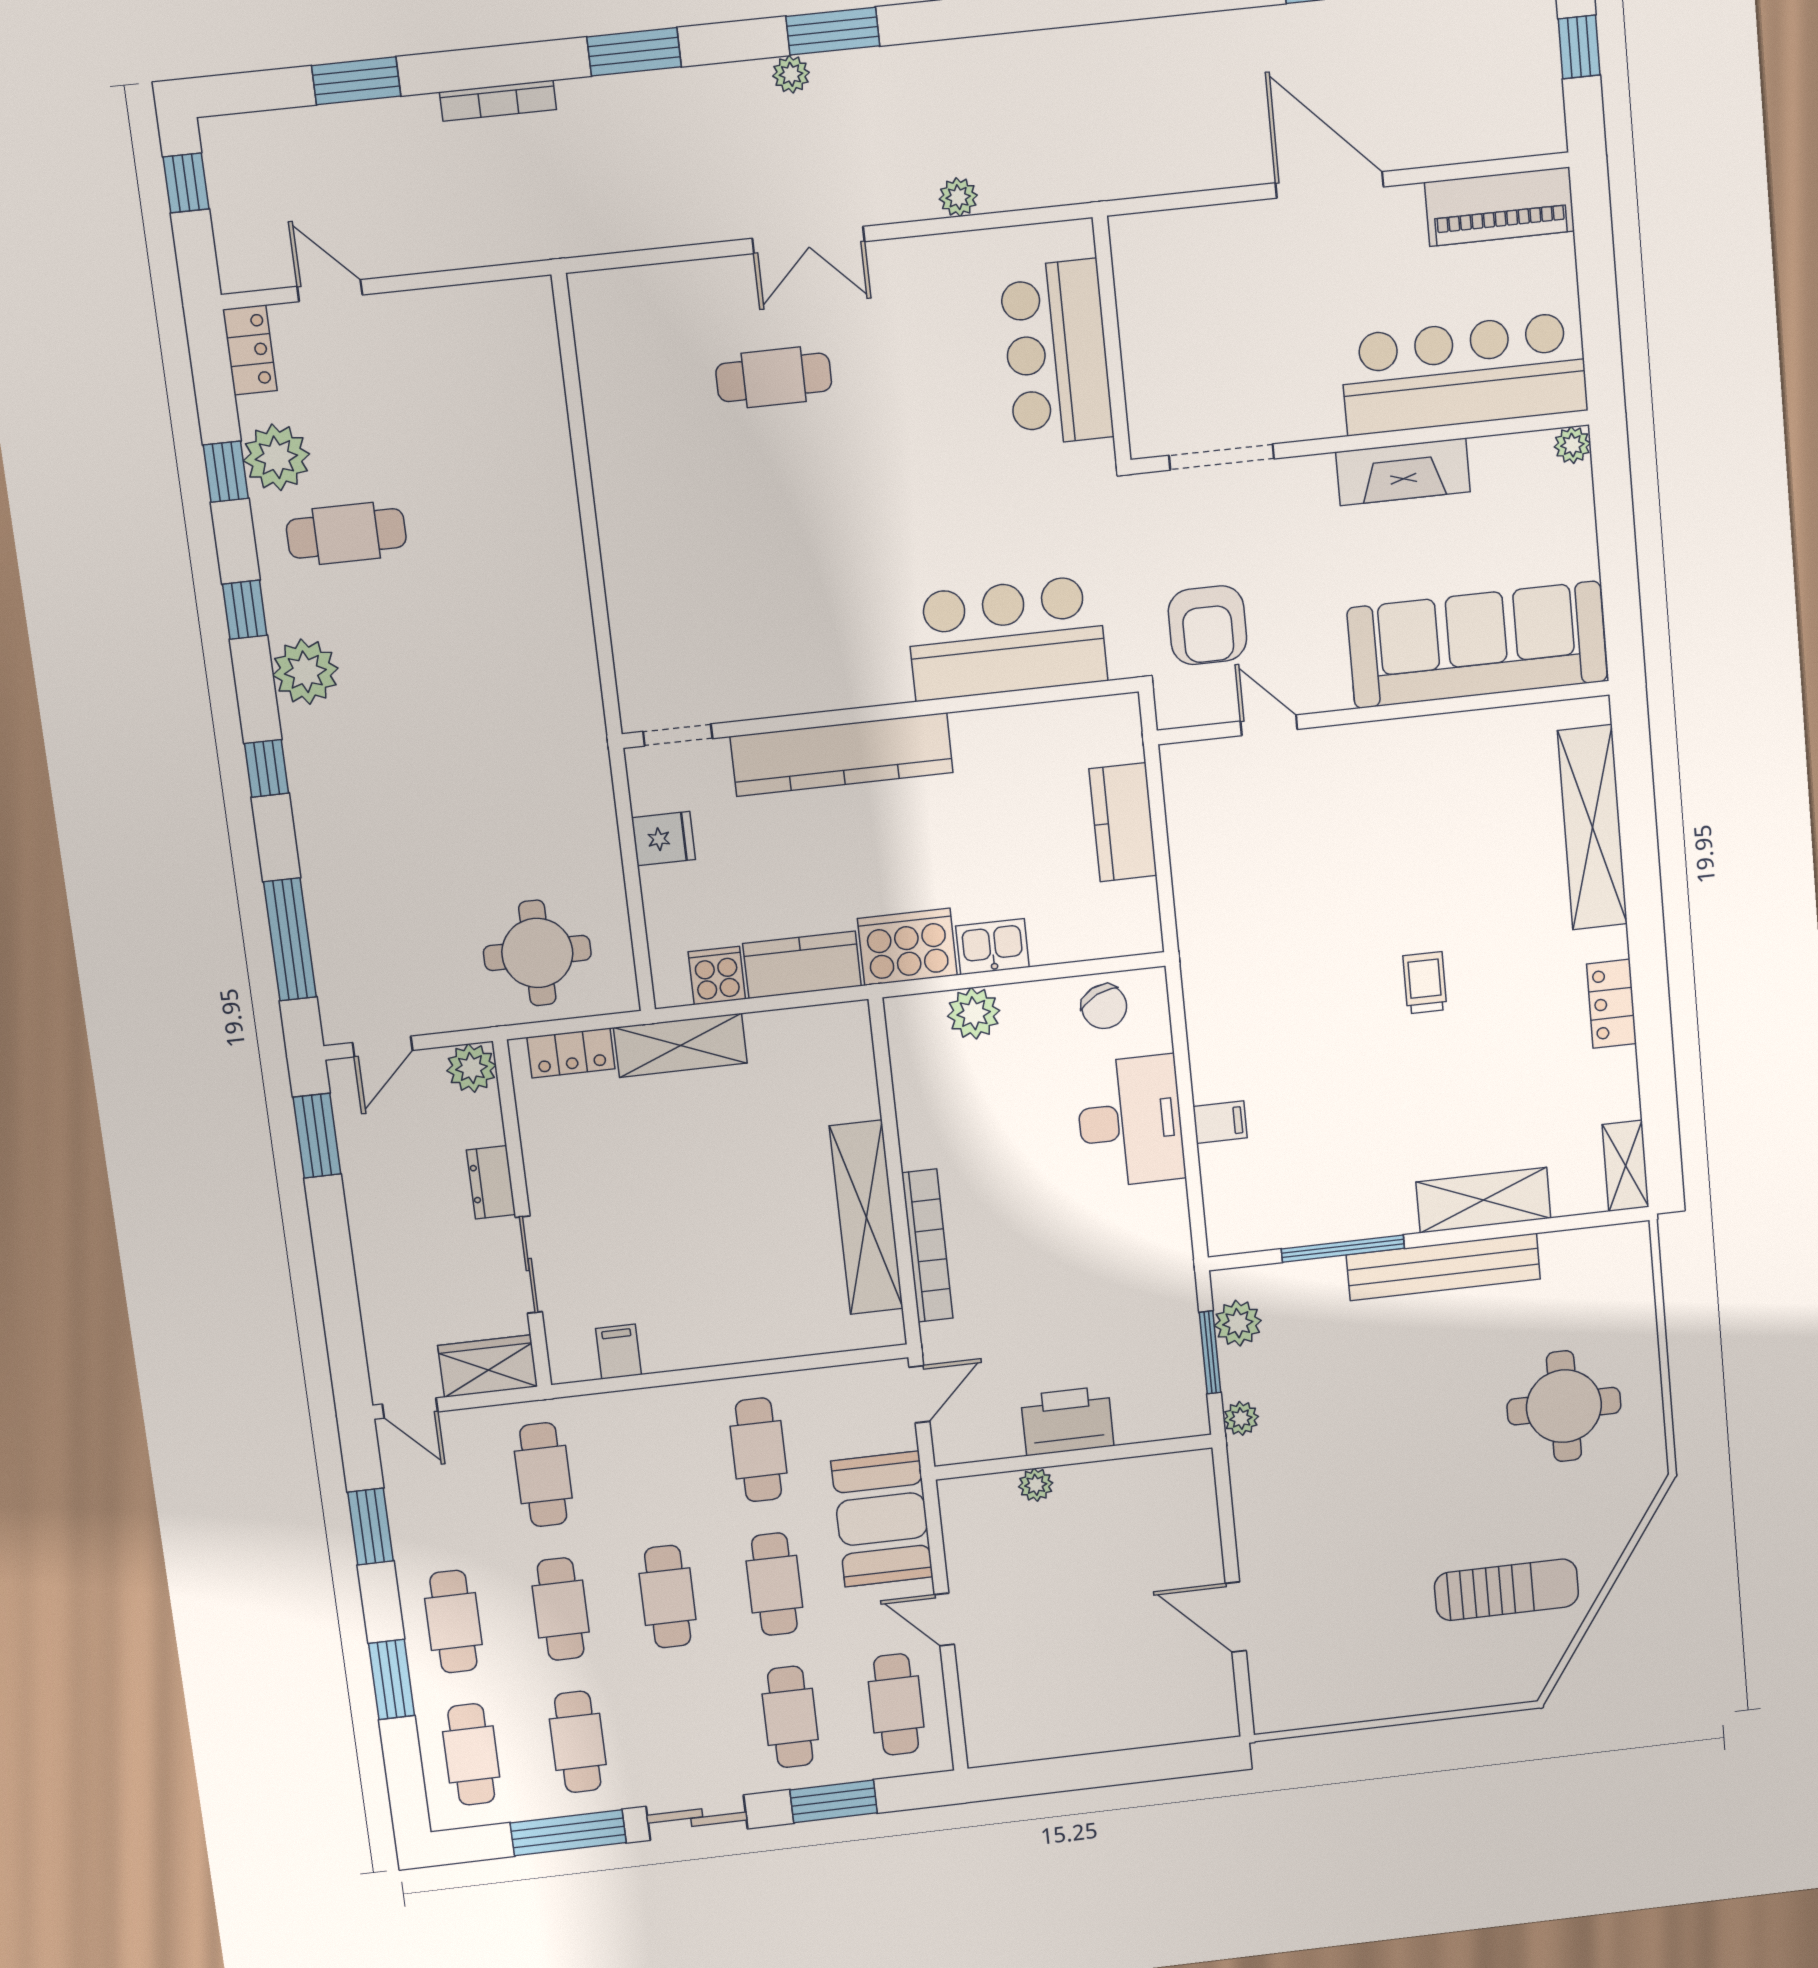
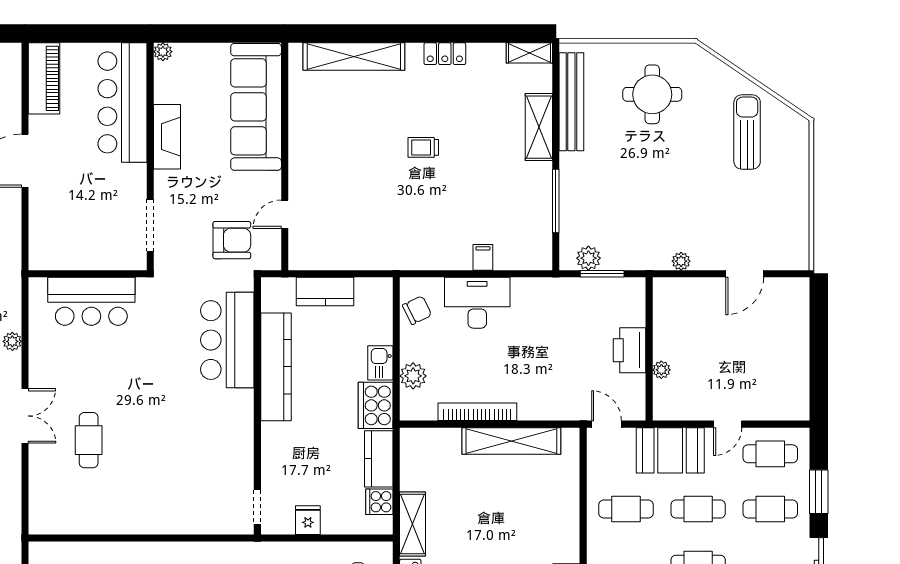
kitchen counter: (842, 755) -> (276, 367), moved
bookcase: (927, 1246) -> (477, 412), moved
bench: (1443, 1267) -> (571, 102), moved
plant: (1241, 1418) -> (681, 261), moved

